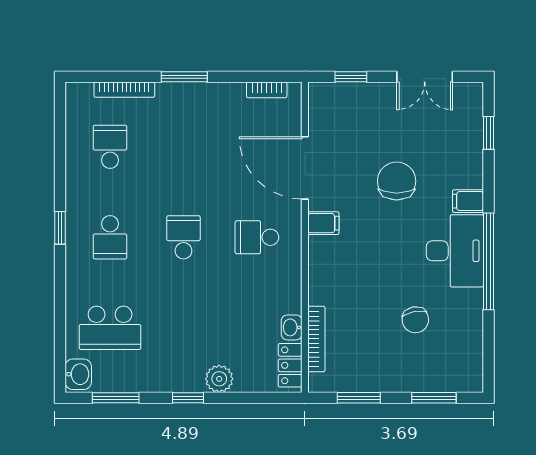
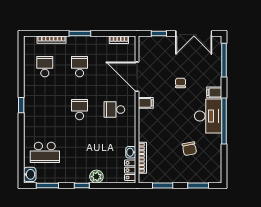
double door: (425, 77) -> (194, 34), width x1.37
window: (488, 133) -> (224, 60), width x2.17
chair: (397, 181) -> (180, 83), width x0.54, depth x0.54
school desk: (110, 237) -> (80, 67), moved, turned 180

